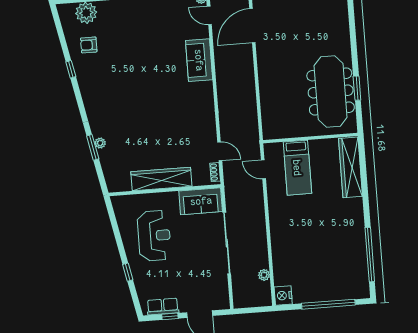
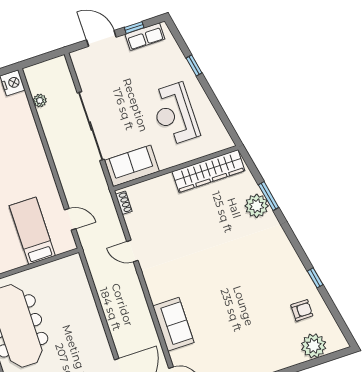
plant: (100, 143) -> (257, 206), width x1.87, depth x1.87
door: (220, 151) -> (132, 251), moved
wardrobe: (161, 179) -> (208, 171), moved

